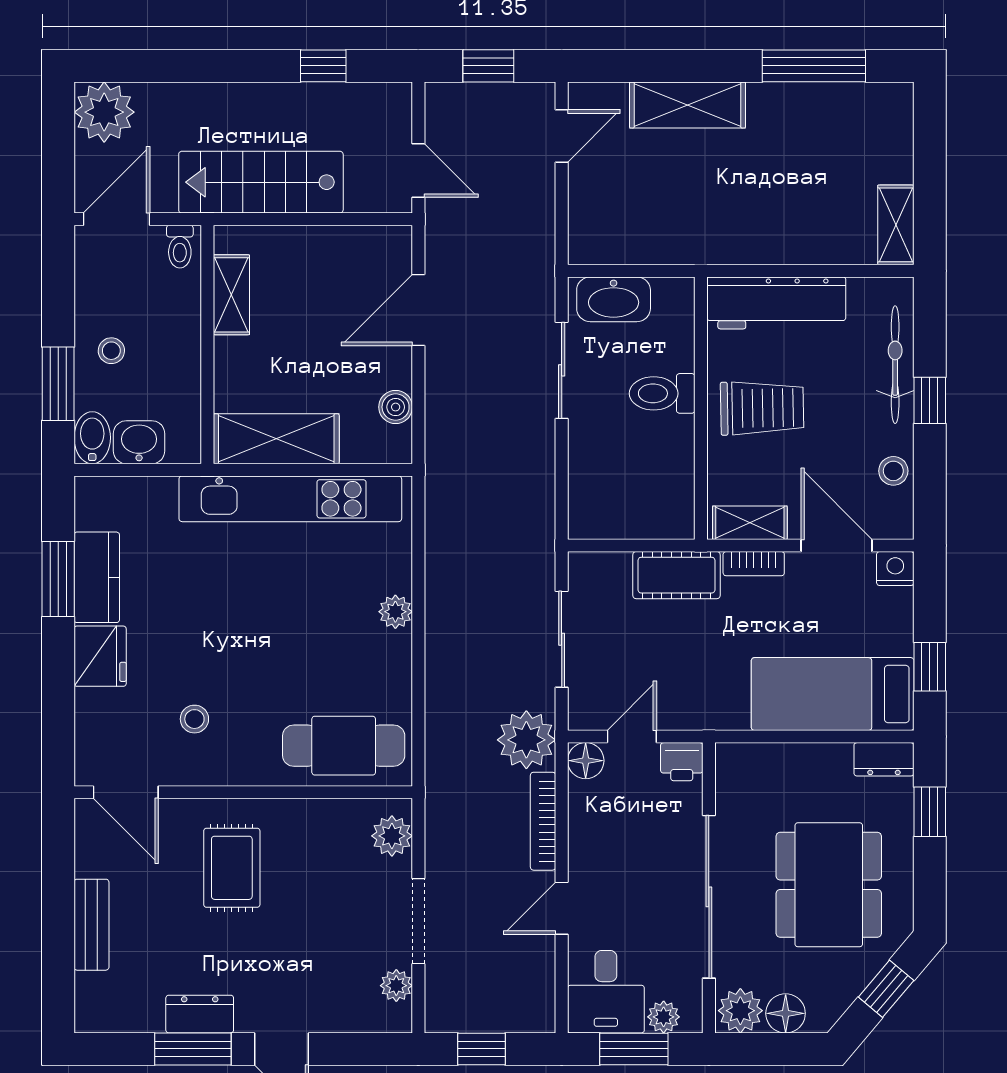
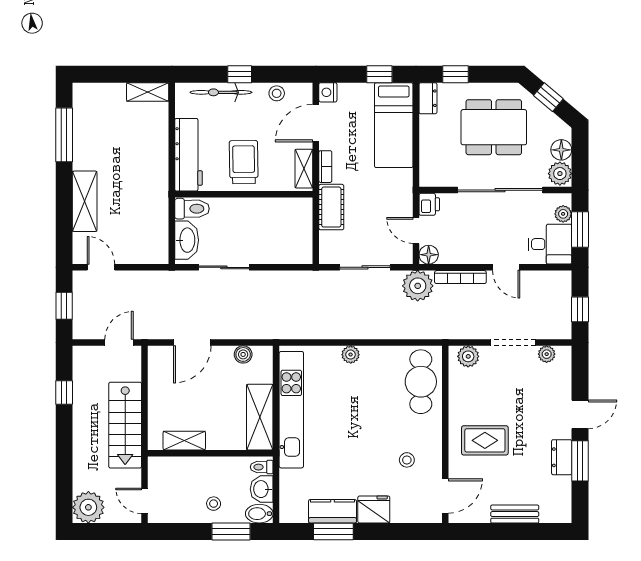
door: (117, 219) -> (145, 501), width x0.73
toilet: (180, 247) -> (262, 467), moved, turned 180
door: (418, 310) -> (192, 343), hinge flipped
toilet: (662, 393) -> (192, 209), moved, turned -90

